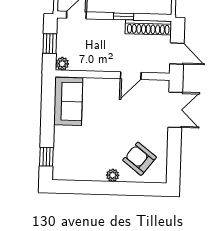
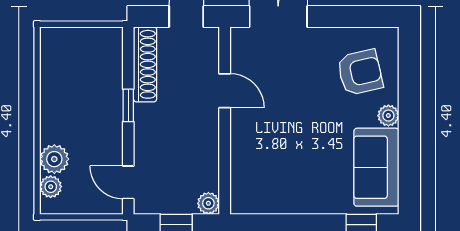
sofa: (68, 101) -> (376, 167), moved, turned -90
armchair: (140, 159) -> (360, 72), turned -141

